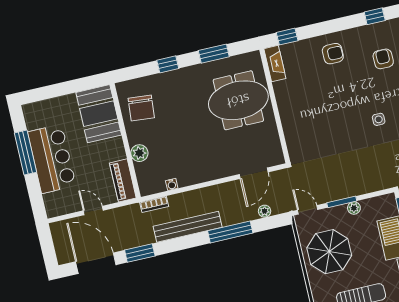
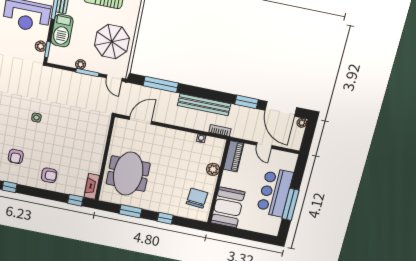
armchair: (333, 54) -> (49, 175), turned 180
meeting table: (238, 100) -> (128, 174), turned 90
plant: (265, 211) -> (302, 123), moved
window: (230, 232) -> (161, 84), moved

